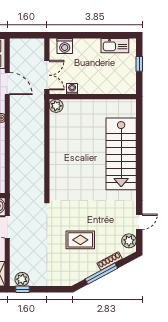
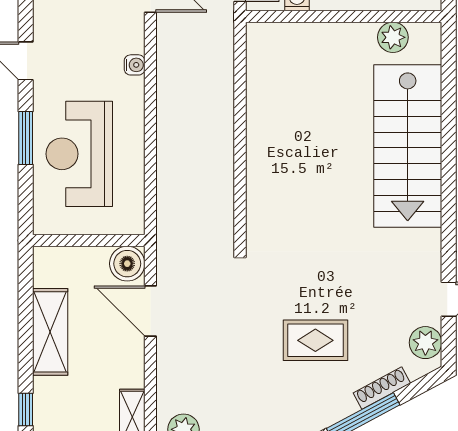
plant: (56, 106) -> (393, 37), moved

